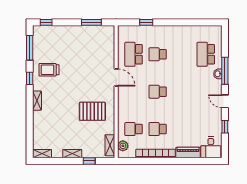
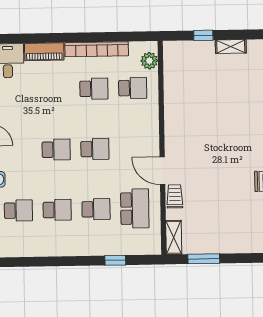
school desk: (182, 54) -> (57, 210), added
school desk: (206, 54) -> (18, 211), width x0.54
trolley: (109, 61) -> (175, 196), added
school desk: (182, 92) -> (56, 150), added
pallet: (92, 111) -> (200, 115), removed
shelving: (110, 145) -> (174, 237), moved

